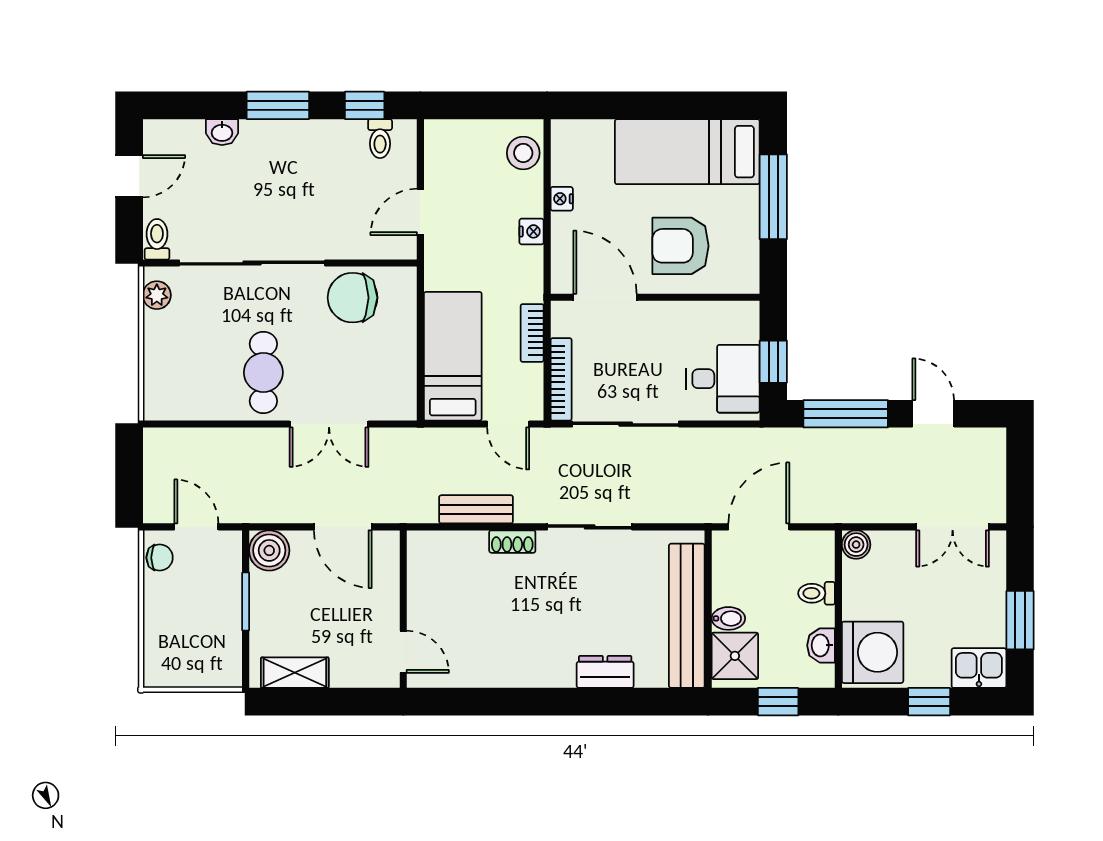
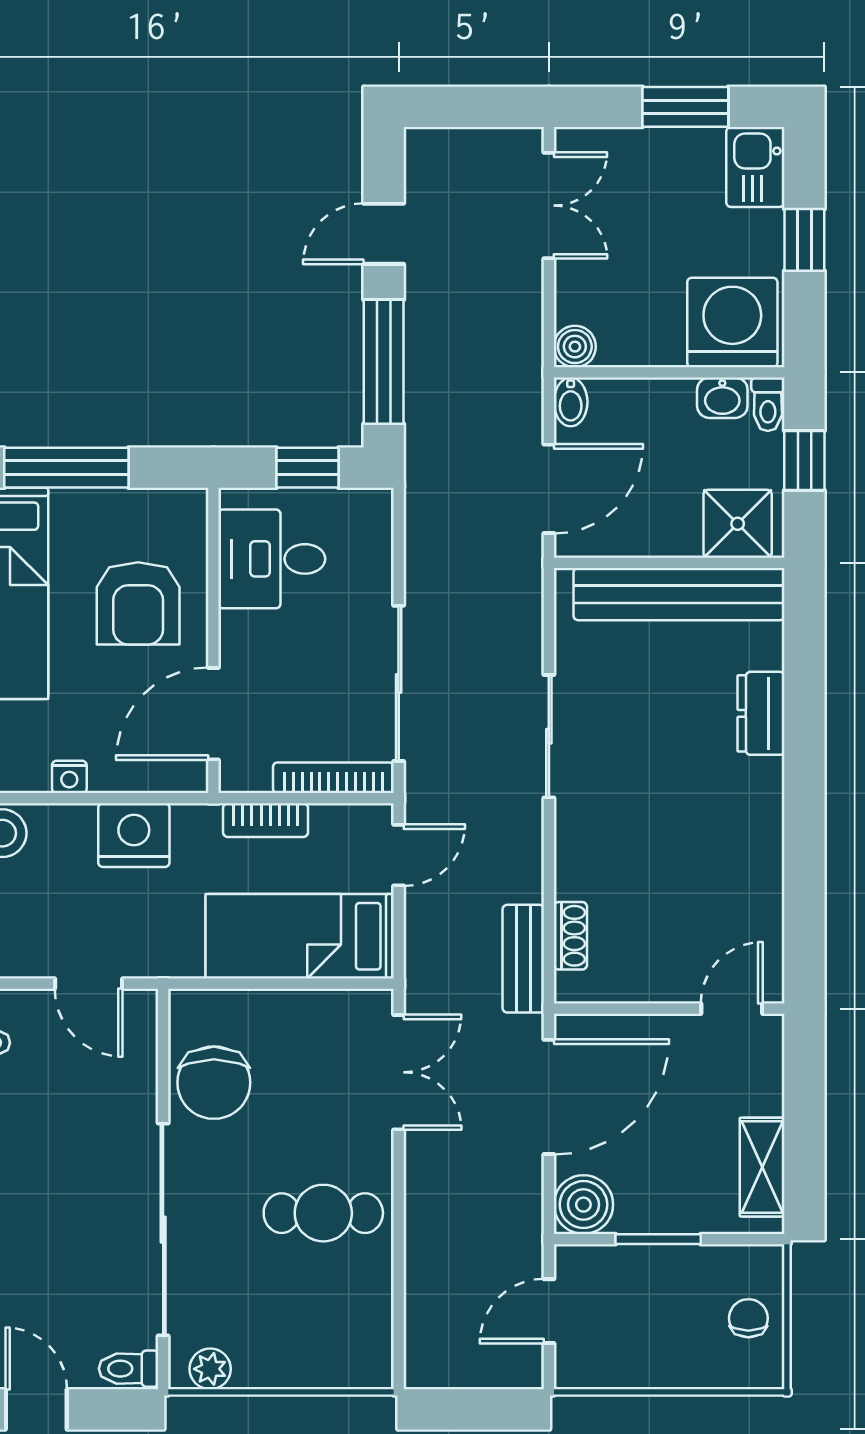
nightstand: (532, 231) -> (134, 835), width x1.89, depth x1.79
desk: (723, 379) -> (272, 559), moved, turned -90
double door: (329, 424) -> (399, 1072), moved
bench: (476, 509) -> (523, 959), moved
door: (343, 527) -> (549, 1097), width x1.36
door: (759, 527) -> (549, 489), swing flipped
shoe rack: (512, 542) -> (570, 936), moved
chair: (160, 558) -> (748, 1318), moved
toilet: (817, 593) -> (768, 404), moved
bidet: (728, 618) -> (571, 402), moved, turned 180

